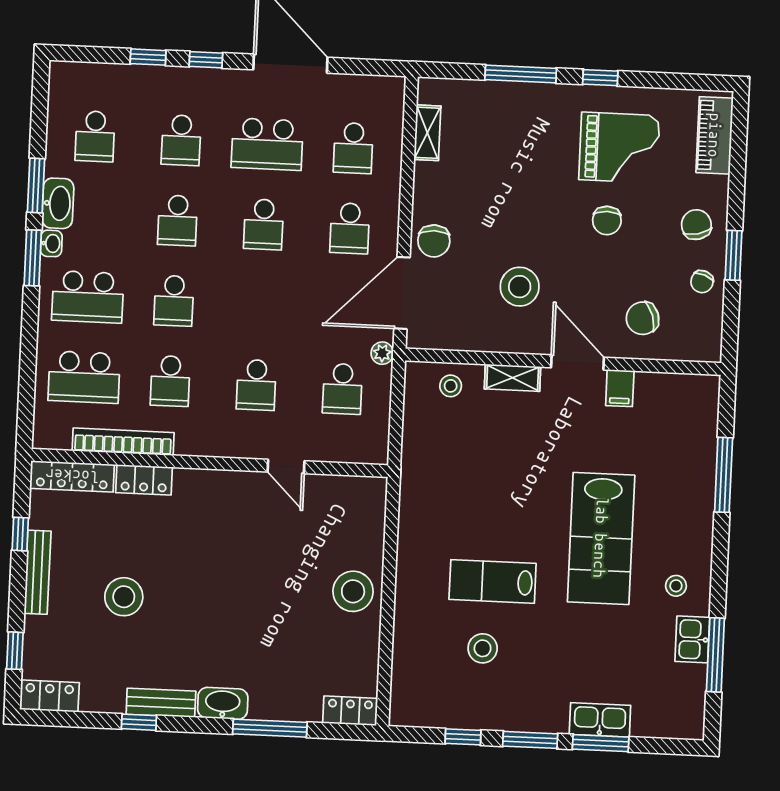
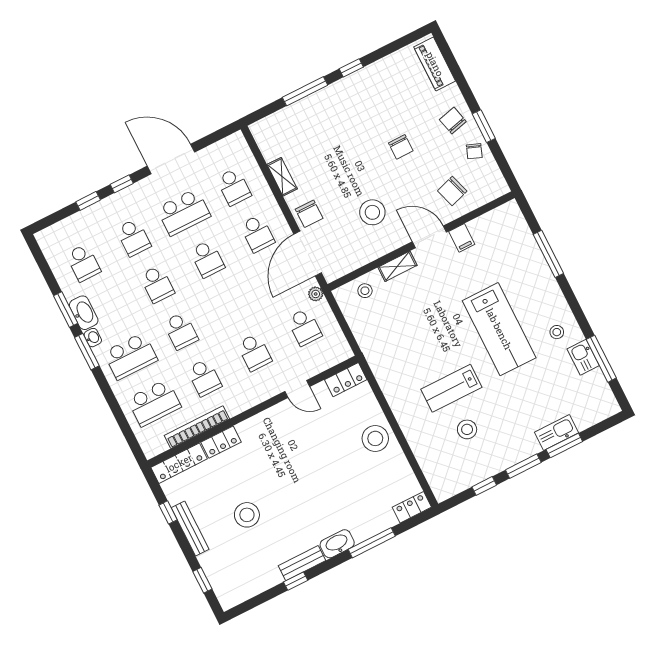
shelving: (427, 133) -> (282, 177), moved
grand piano: (619, 148) -> (385, 102), removed
locker: (49, 696) -> (346, 380), moved, turned 180

